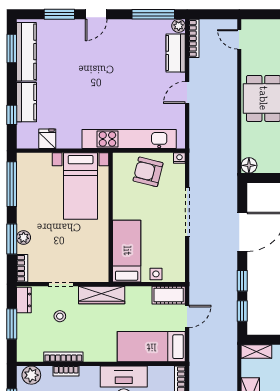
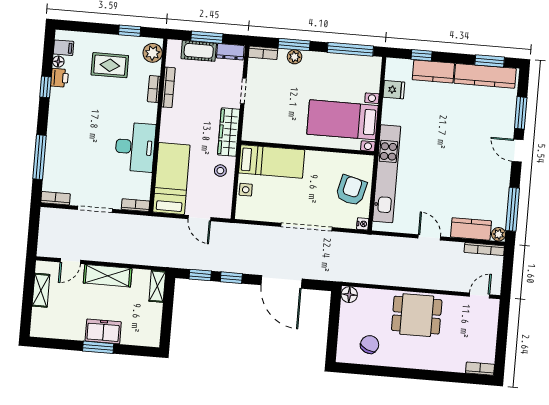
cot: (169, 295) -> (199, 51), moved, turned 90
stool: (60, 316) -> (220, 171), moved

